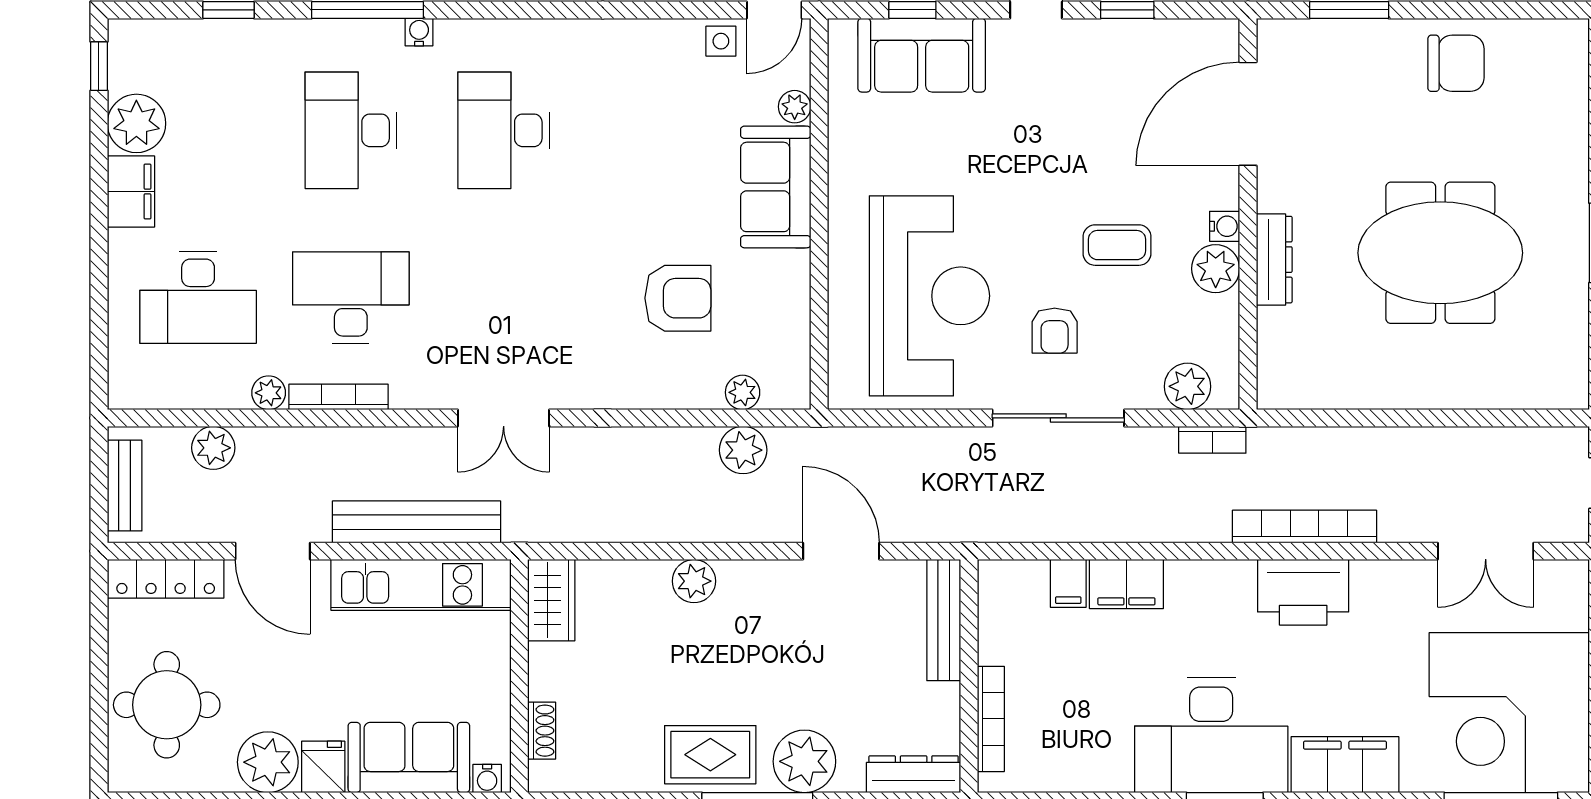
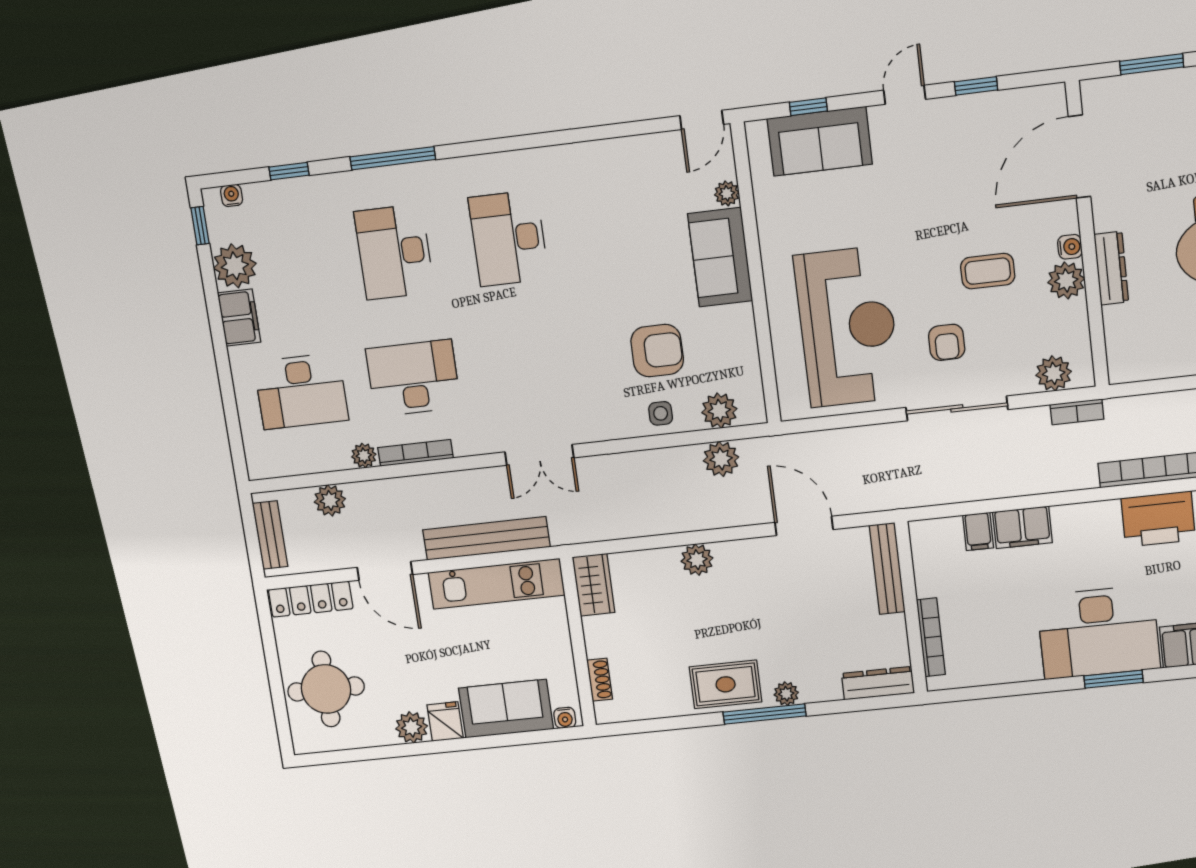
water cooler: (419, 32) -> (232, 195), moved
side table: (721, 41) -> (661, 413), moved
plant: (743, 392) -> (719, 411), width x1.38, depth x1.38
plant: (804, 761) -> (786, 694), width x0.53, depth x0.53
plant: (268, 762) -> (412, 727), width x0.73, depth x0.73

